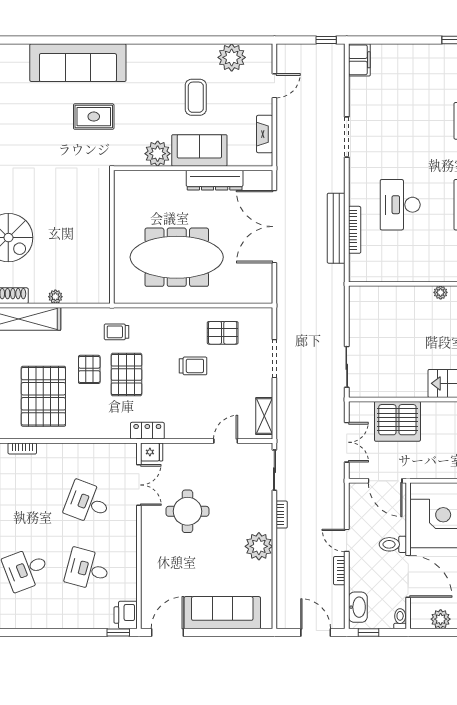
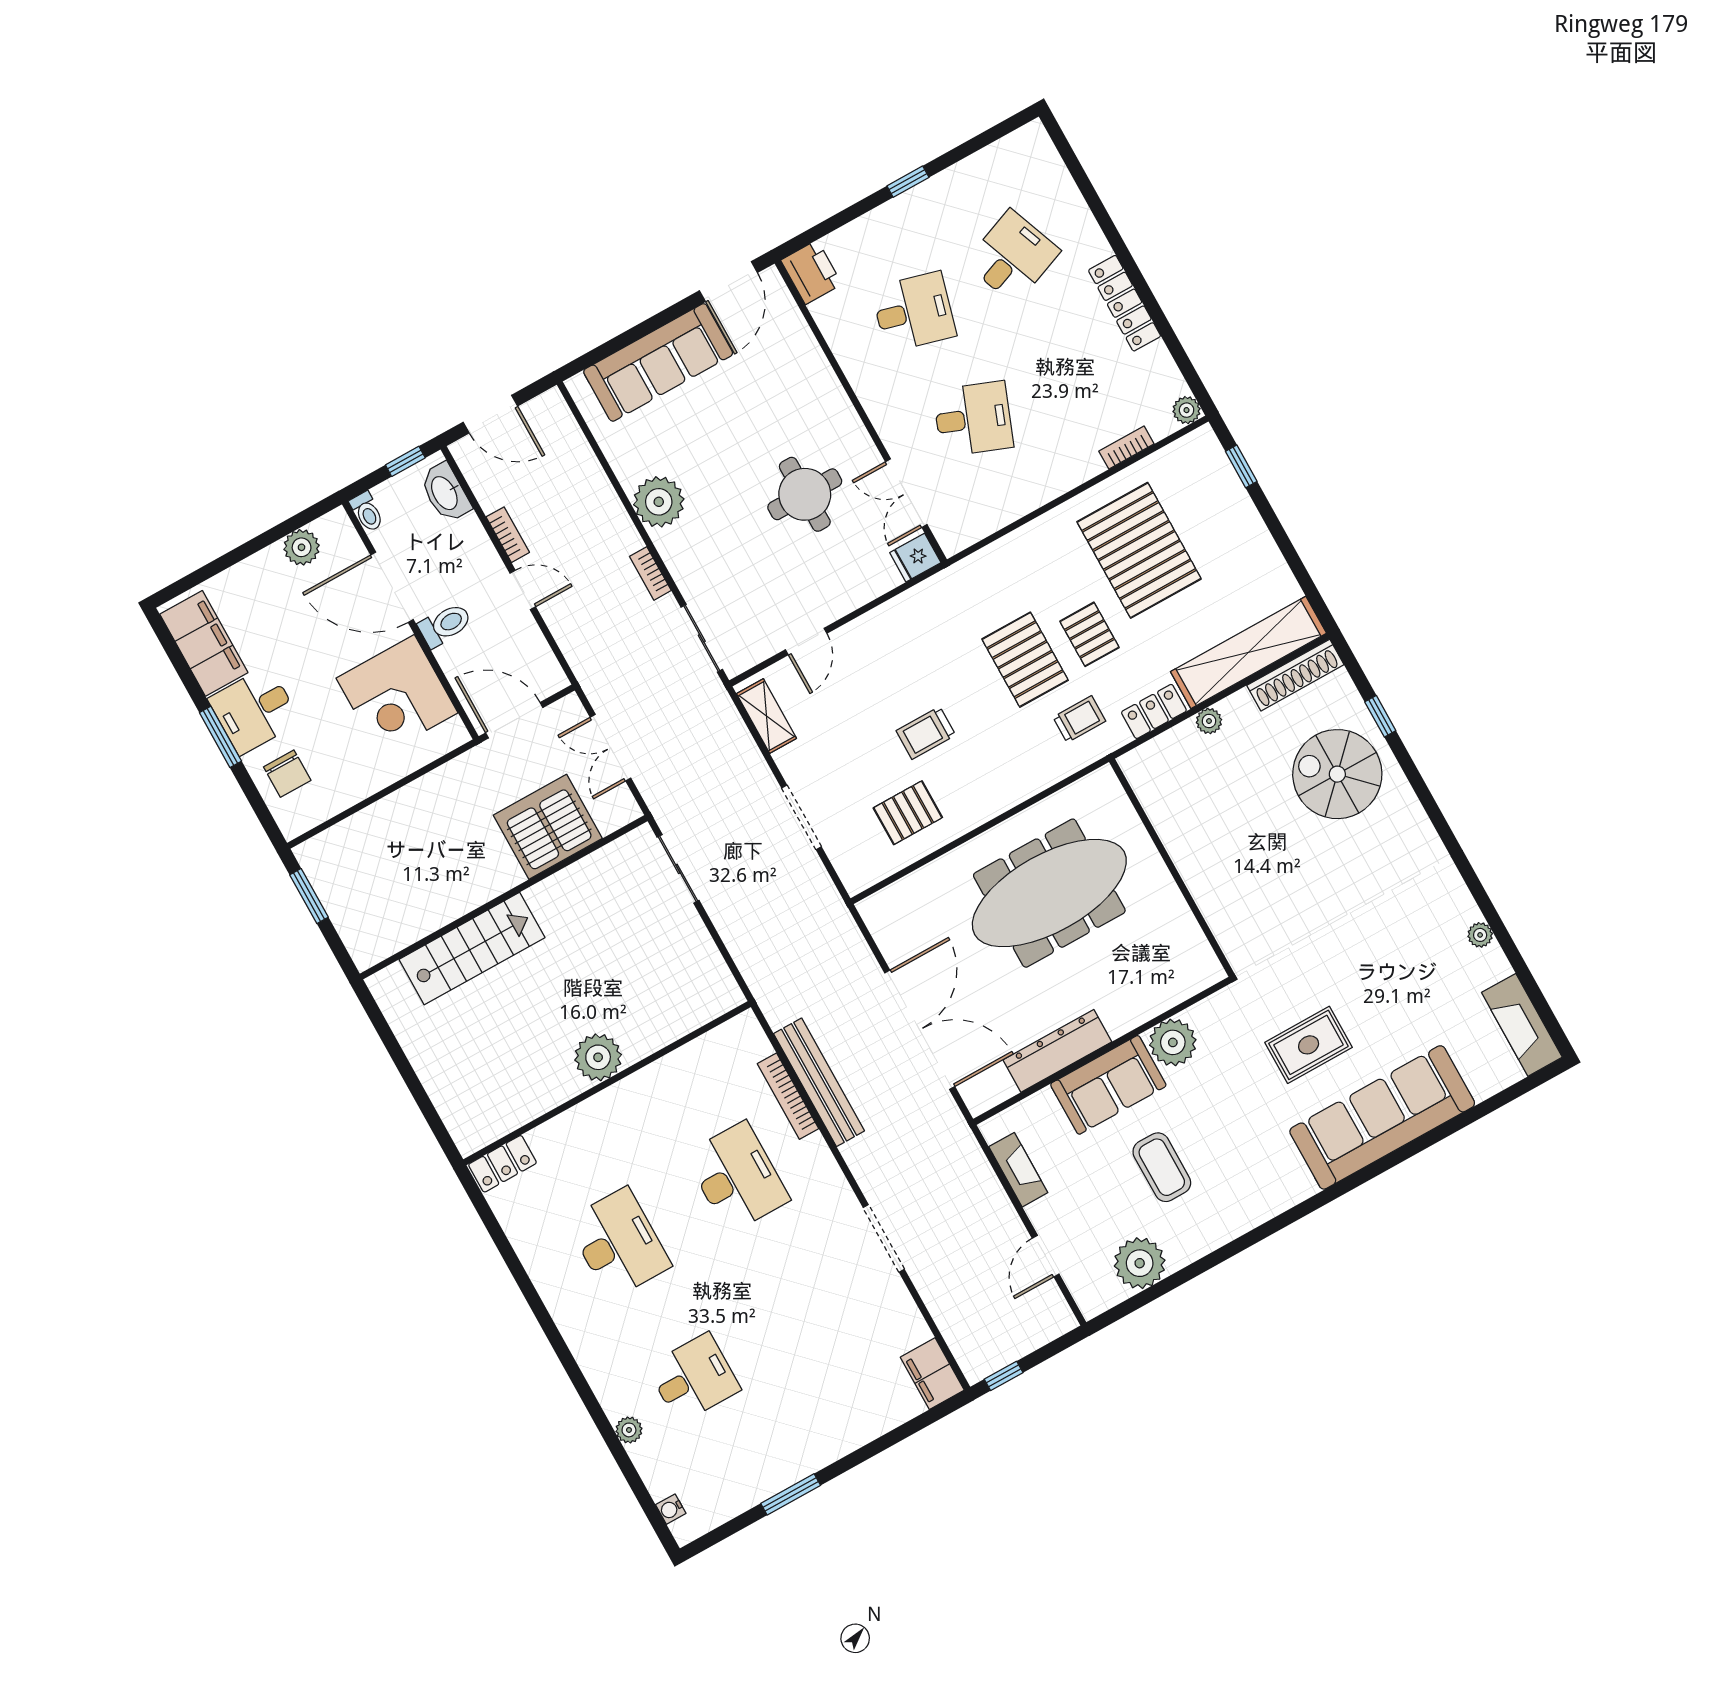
plant: (441, 292) -> (598, 1057), width x1.88, depth x1.88
locker: (147, 431) -> (1154, 711), moved, turned 180
window: (118, 633) -> (908, 182), moved

